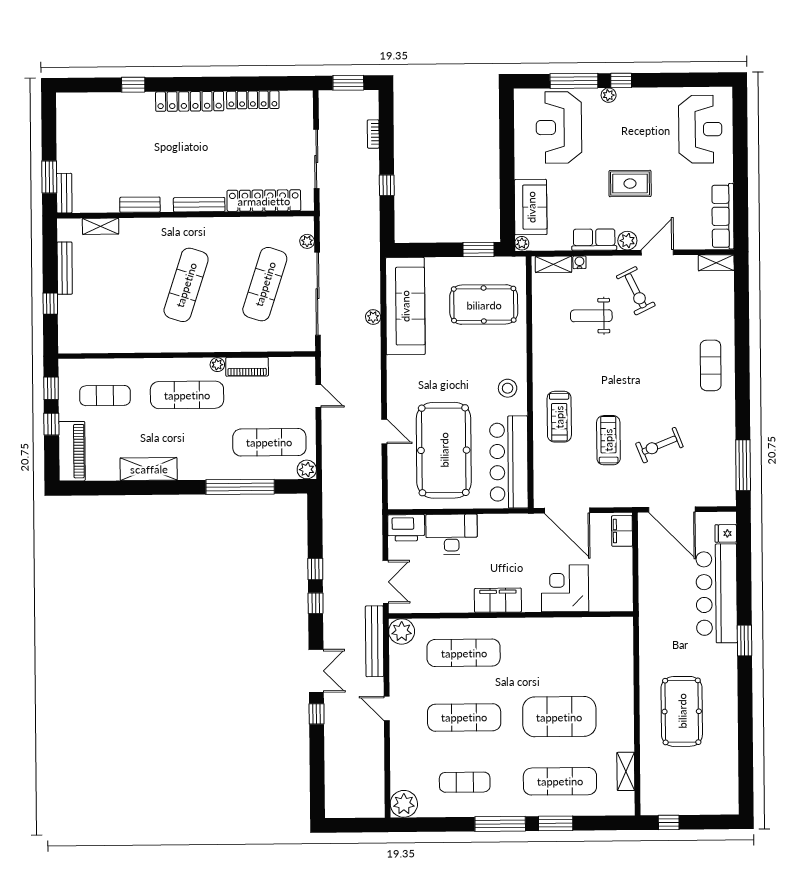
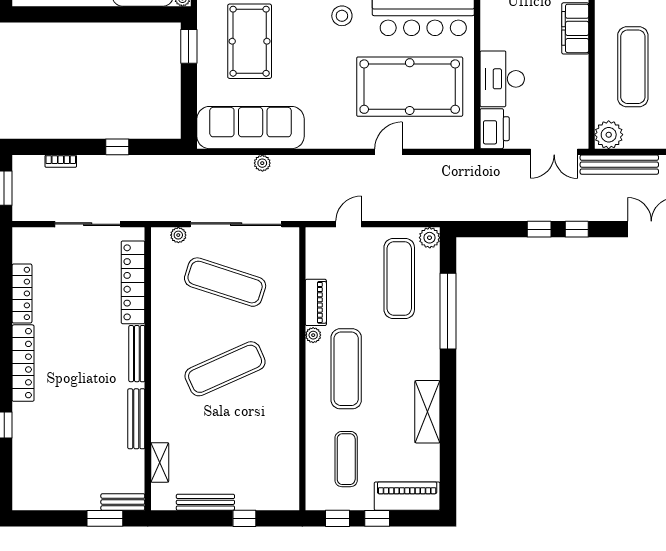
bench: (140, 205) -> (136, 419), width x1.36
exercise mat: (186, 285) -> (225, 369), turned -42
double door: (386, 582) -> (554, 152), swing flipped

